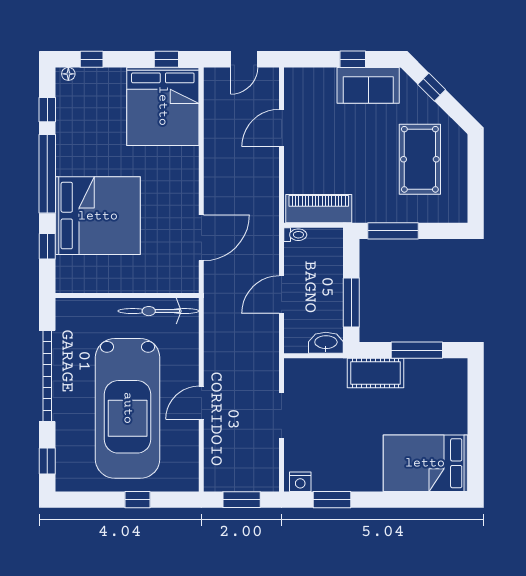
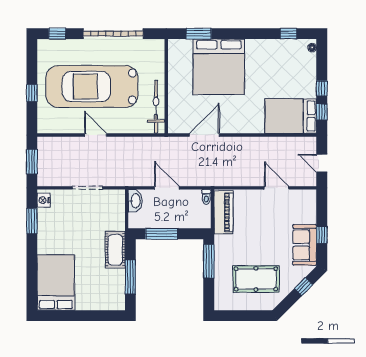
window: (92, 59) -> (322, 88), moved
bed: (163, 106) -> (291, 116), width x0.73
window: (47, 174) -> (246, 34), removed
door: (201, 238) -> (204, 135), swing flipped
window: (47, 246) -> (199, 34), width x1.50
washbasin: (326, 343) -> (135, 201), moved

